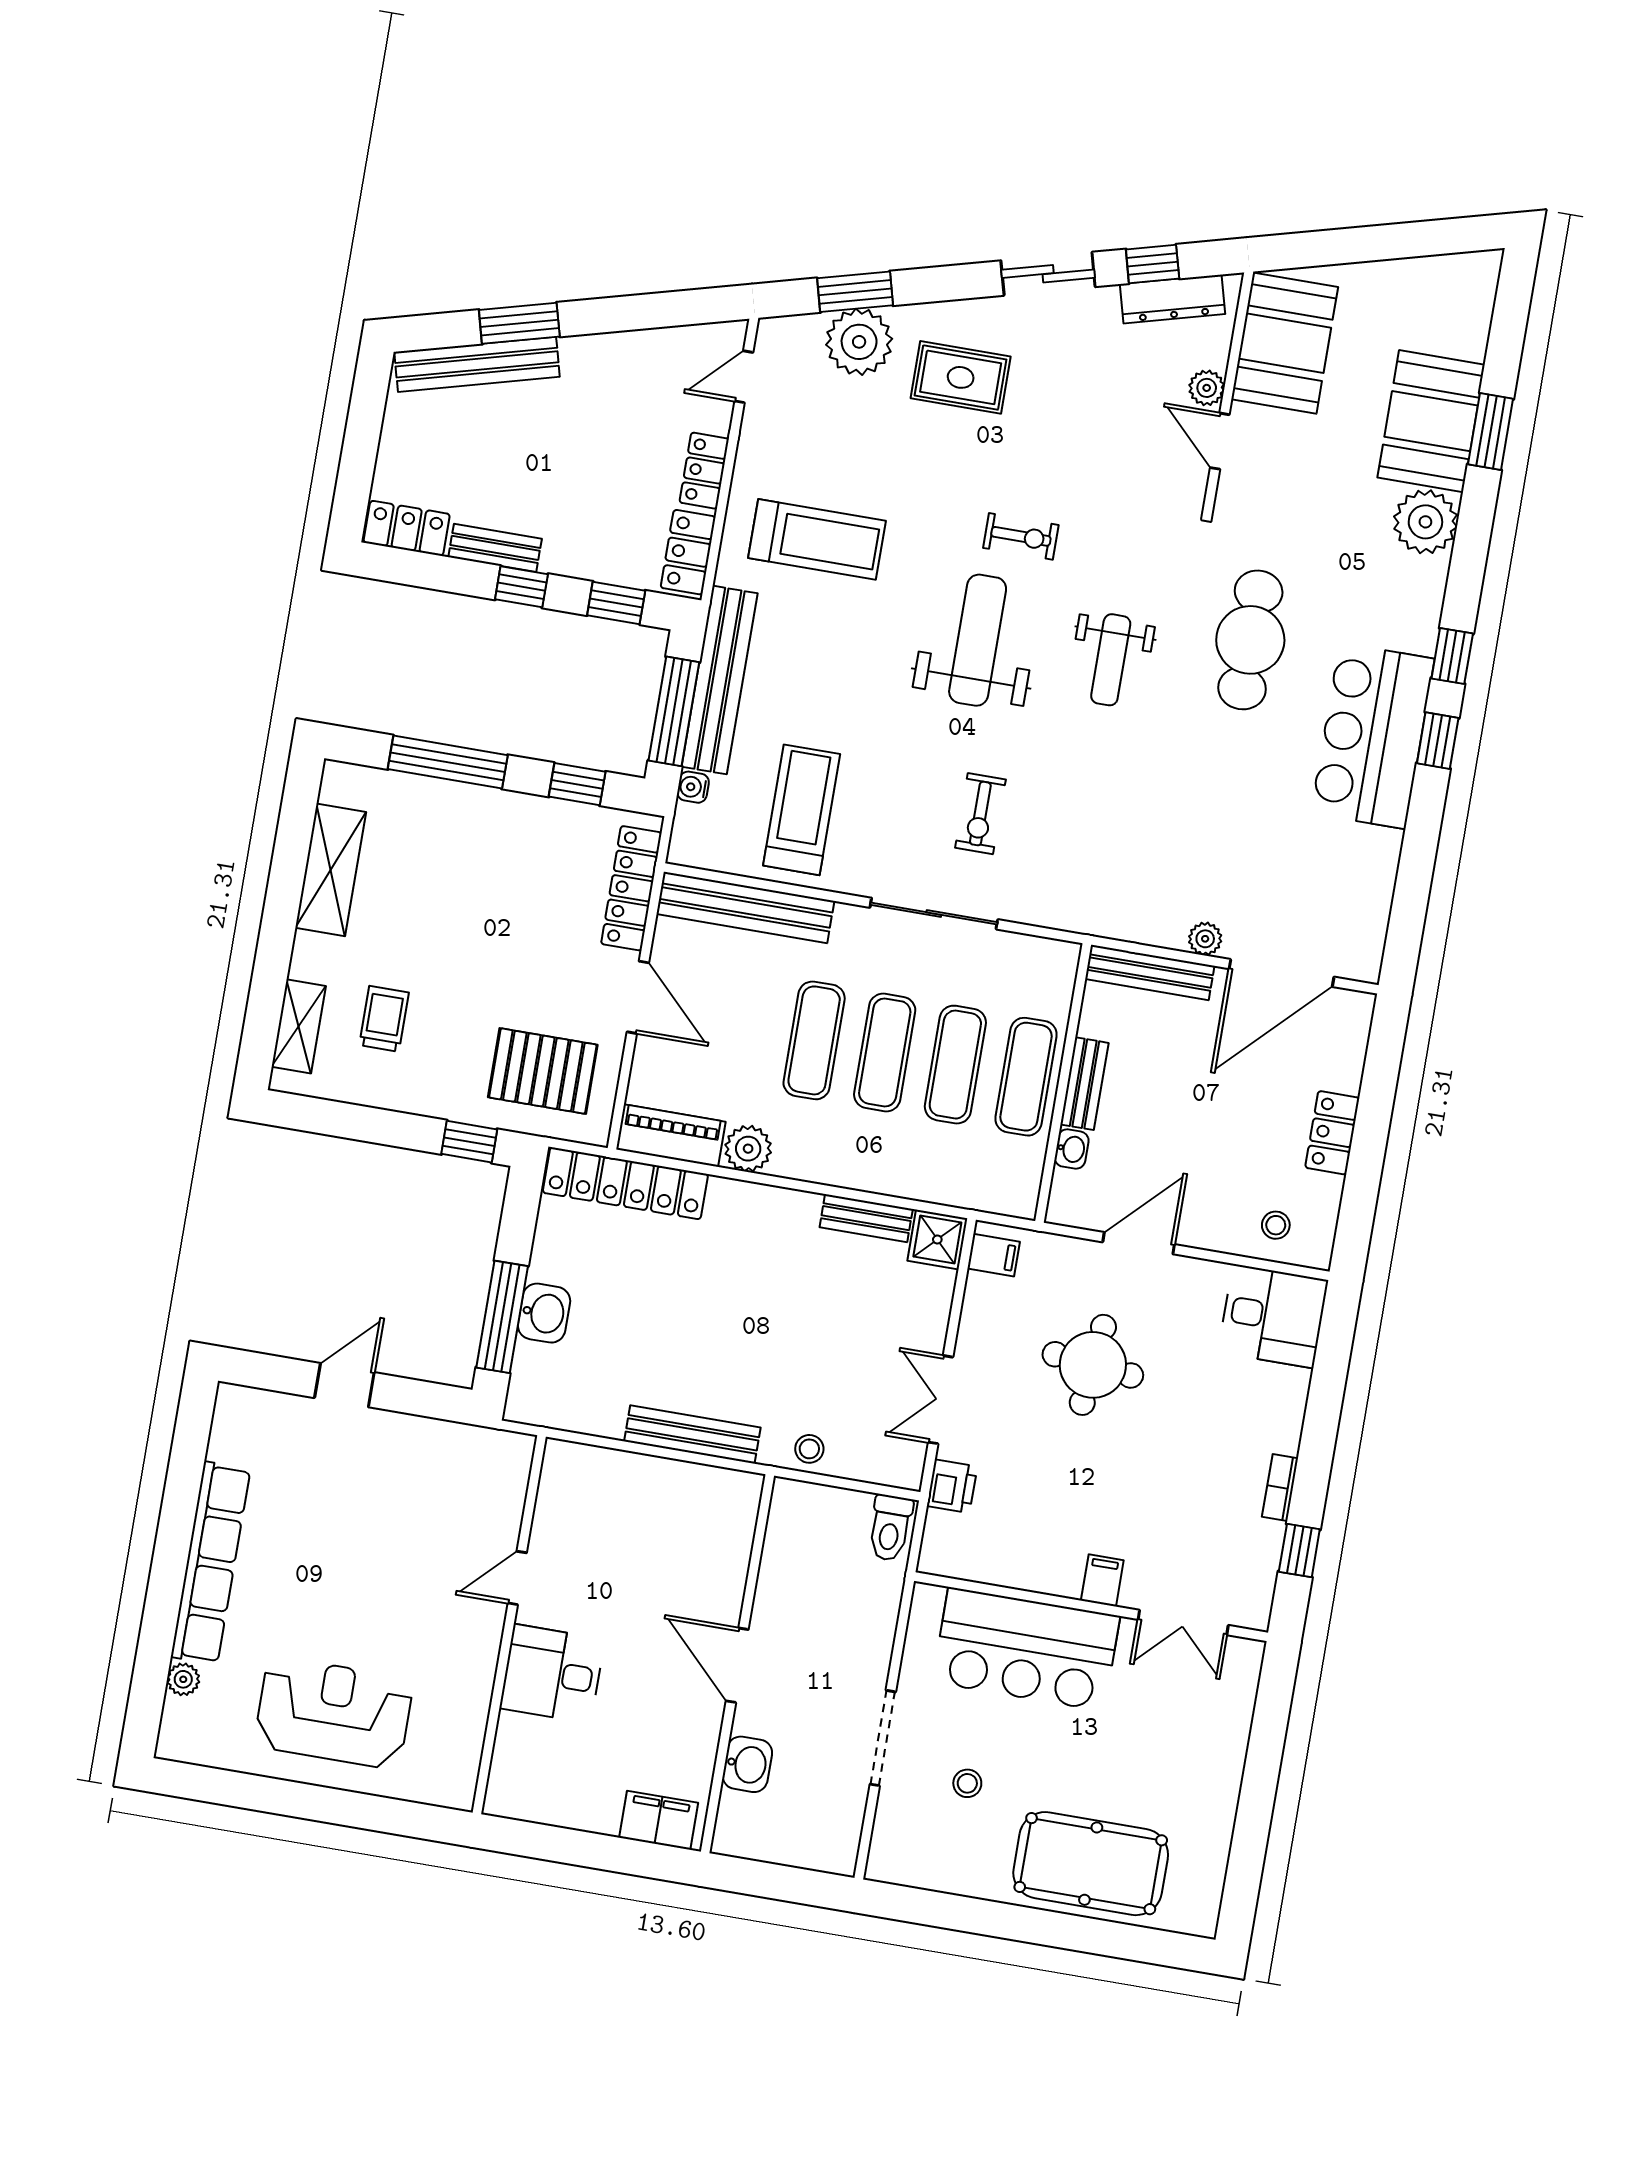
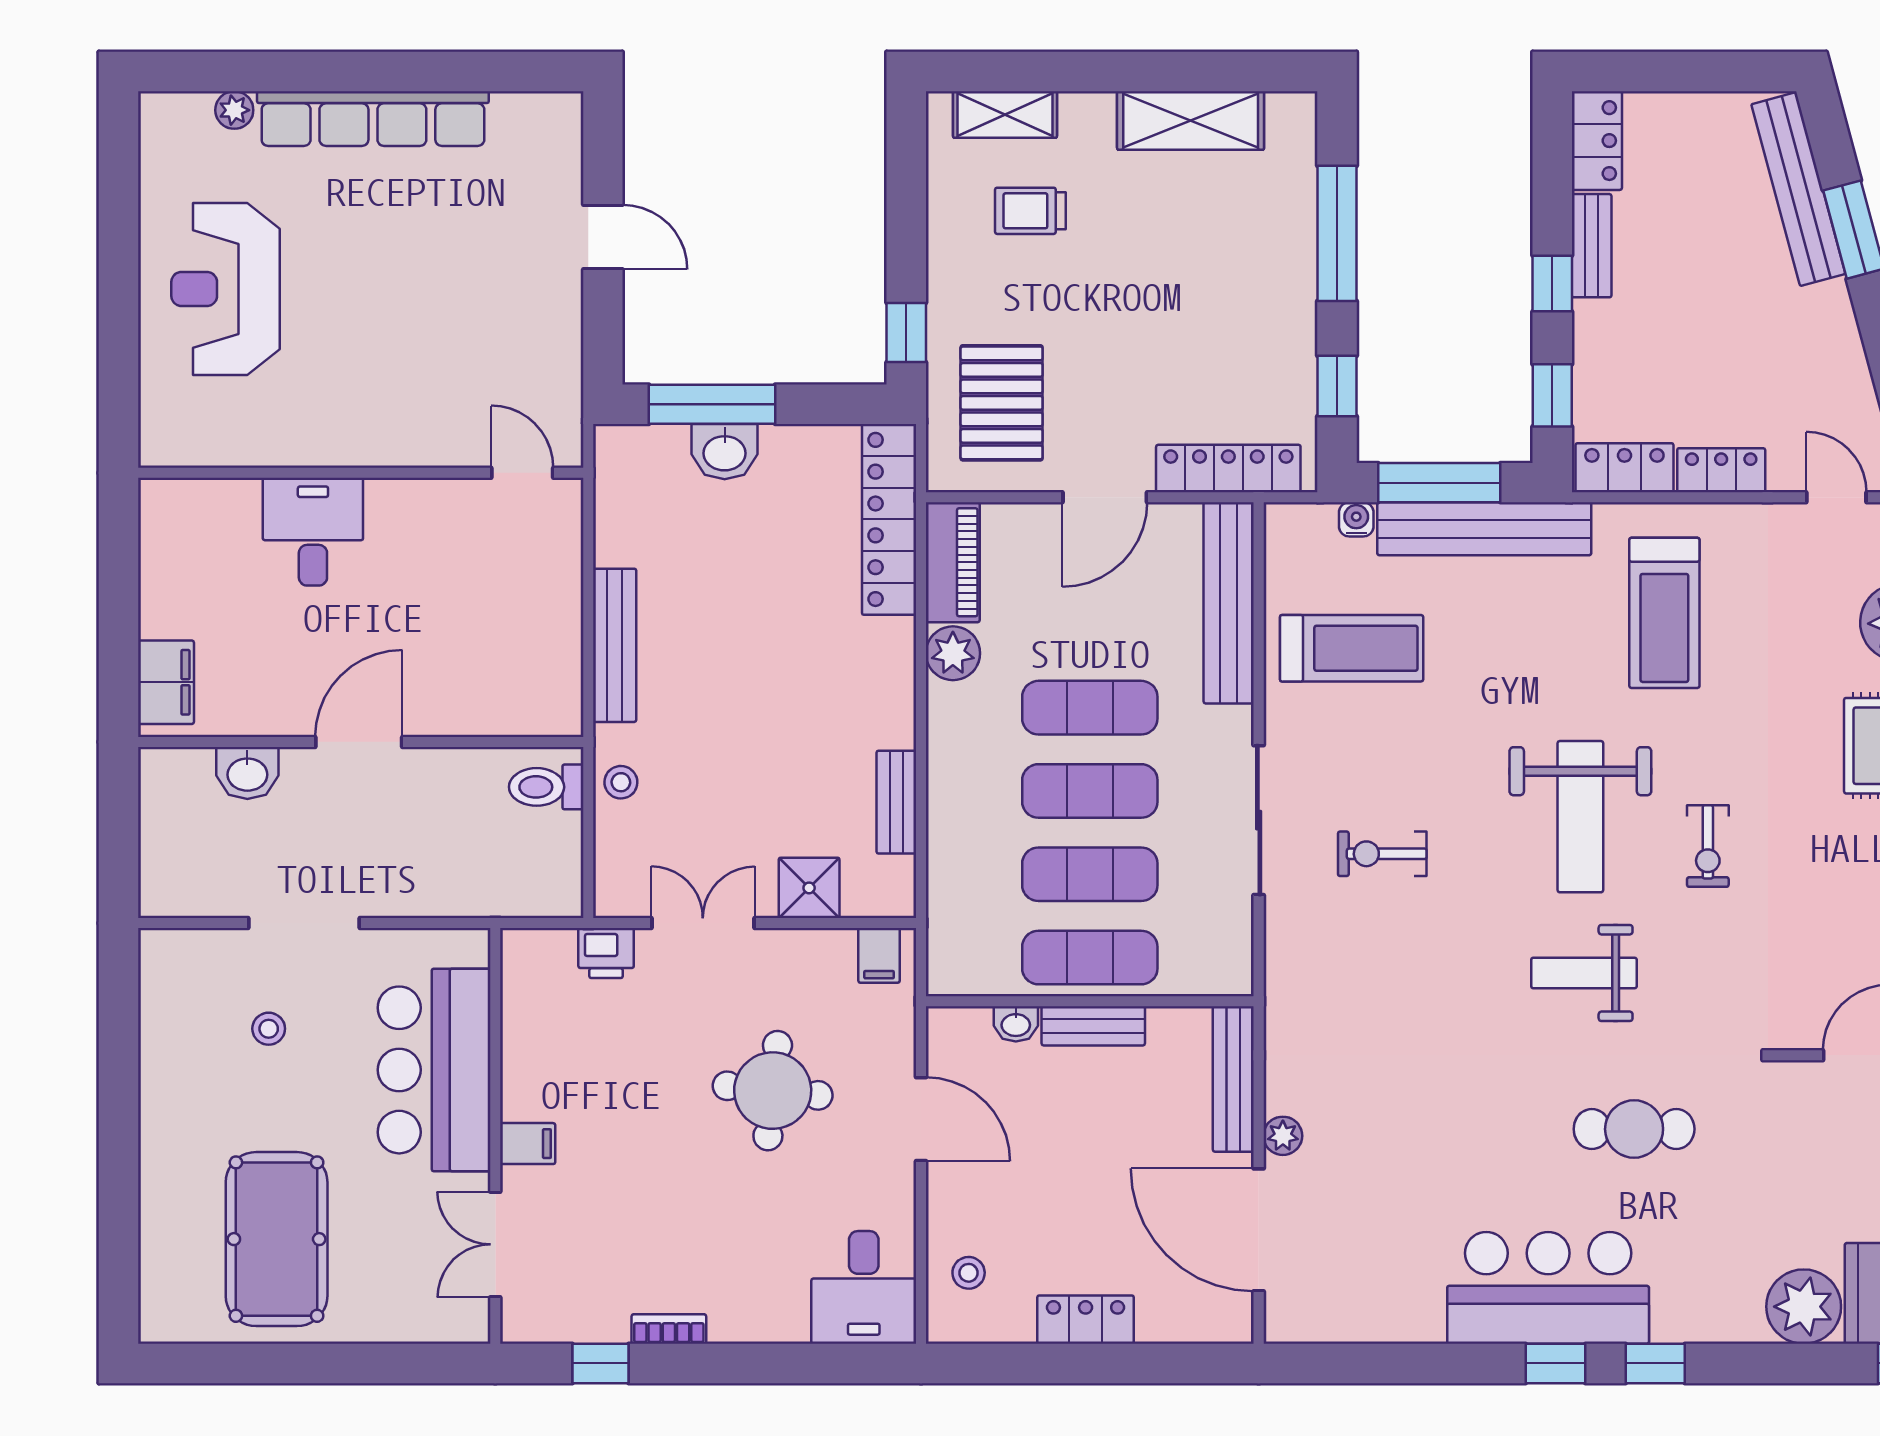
weight bench: (978, 640) -> (1580, 817), turned 90
cafe table: (1250, 640) -> (1634, 1129), width x0.73, depth x0.74
trolley: (384, 1019) -> (1030, 211), turned 180
shower: (937, 1240) -> (809, 888), moved
toilet: (890, 1528) -> (546, 787), moved
door: (517, 1578) -> (522, 473), moved
reception desk: (334, 1713) -> (226, 289), turned 180
pool table: (1091, 1864) -> (277, 1239), moved

